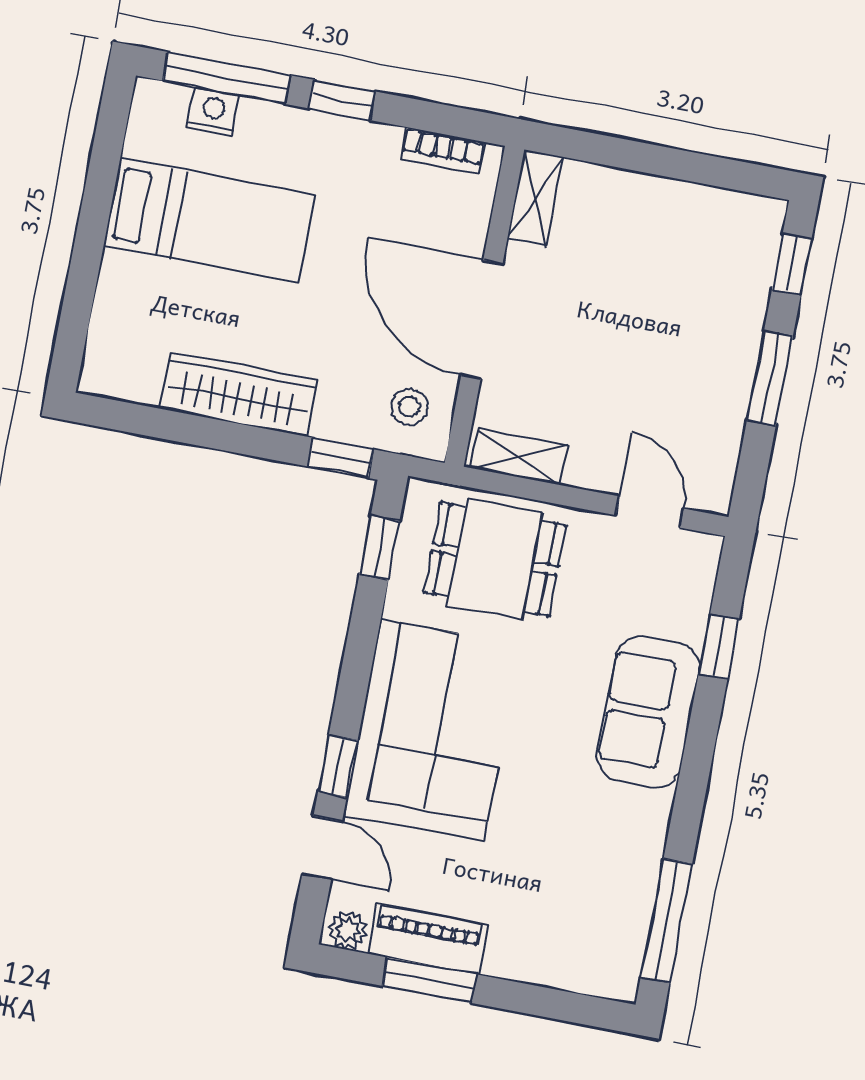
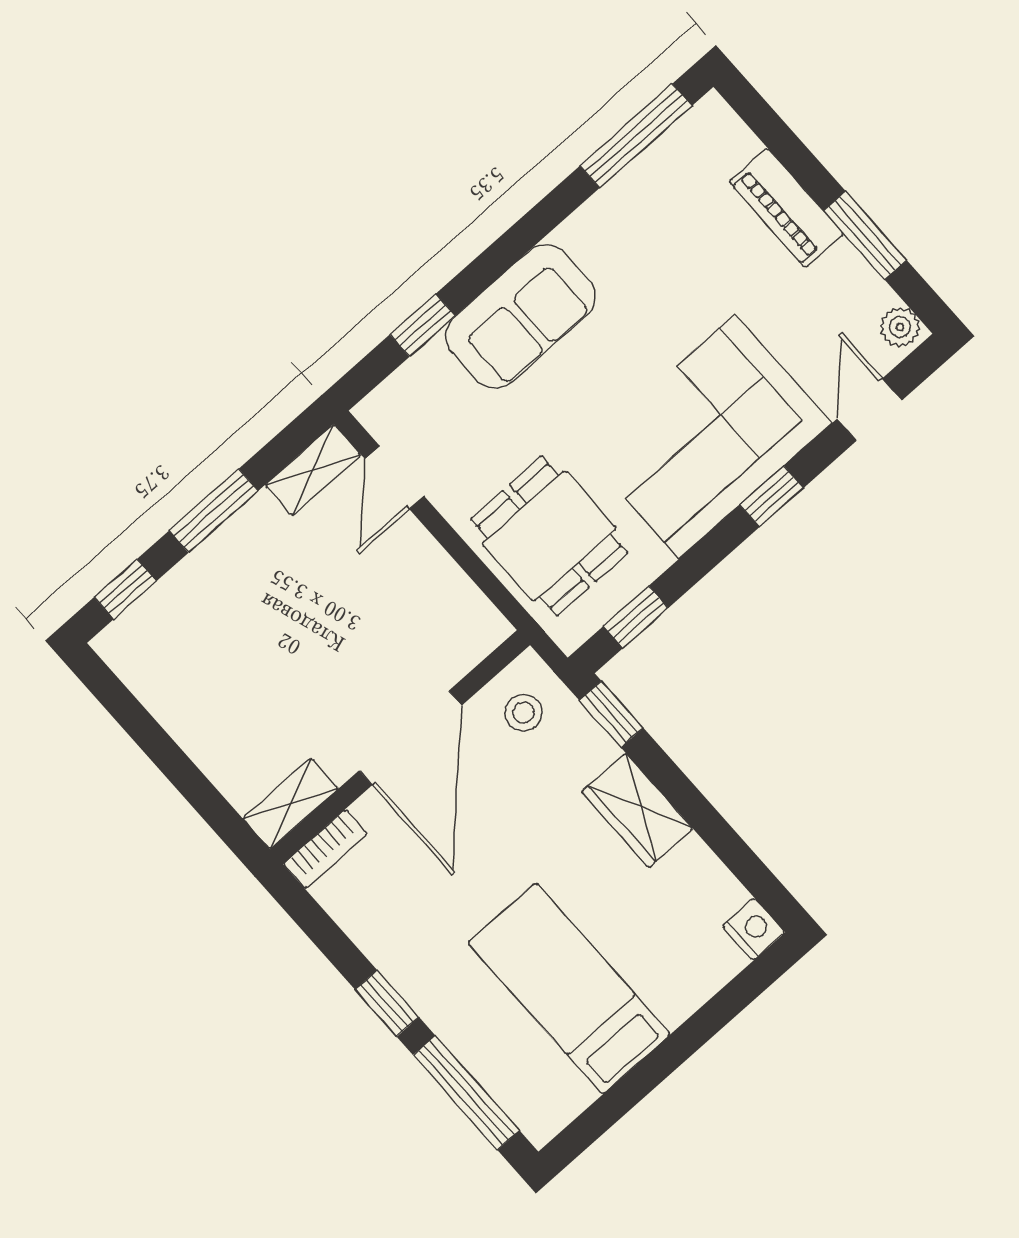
nightstand: (213, 112) -> (754, 929), moved, turned 180
bookcase: (442, 150) -> (325, 849), moved, turned 90
wardrobe: (239, 394) -> (637, 810), width x0.67
shelving: (519, 457) -> (313, 470), moved, turned 90
window: (338, 766) -> (772, 496), moved
piano: (427, 939) -> (786, 208), moved

